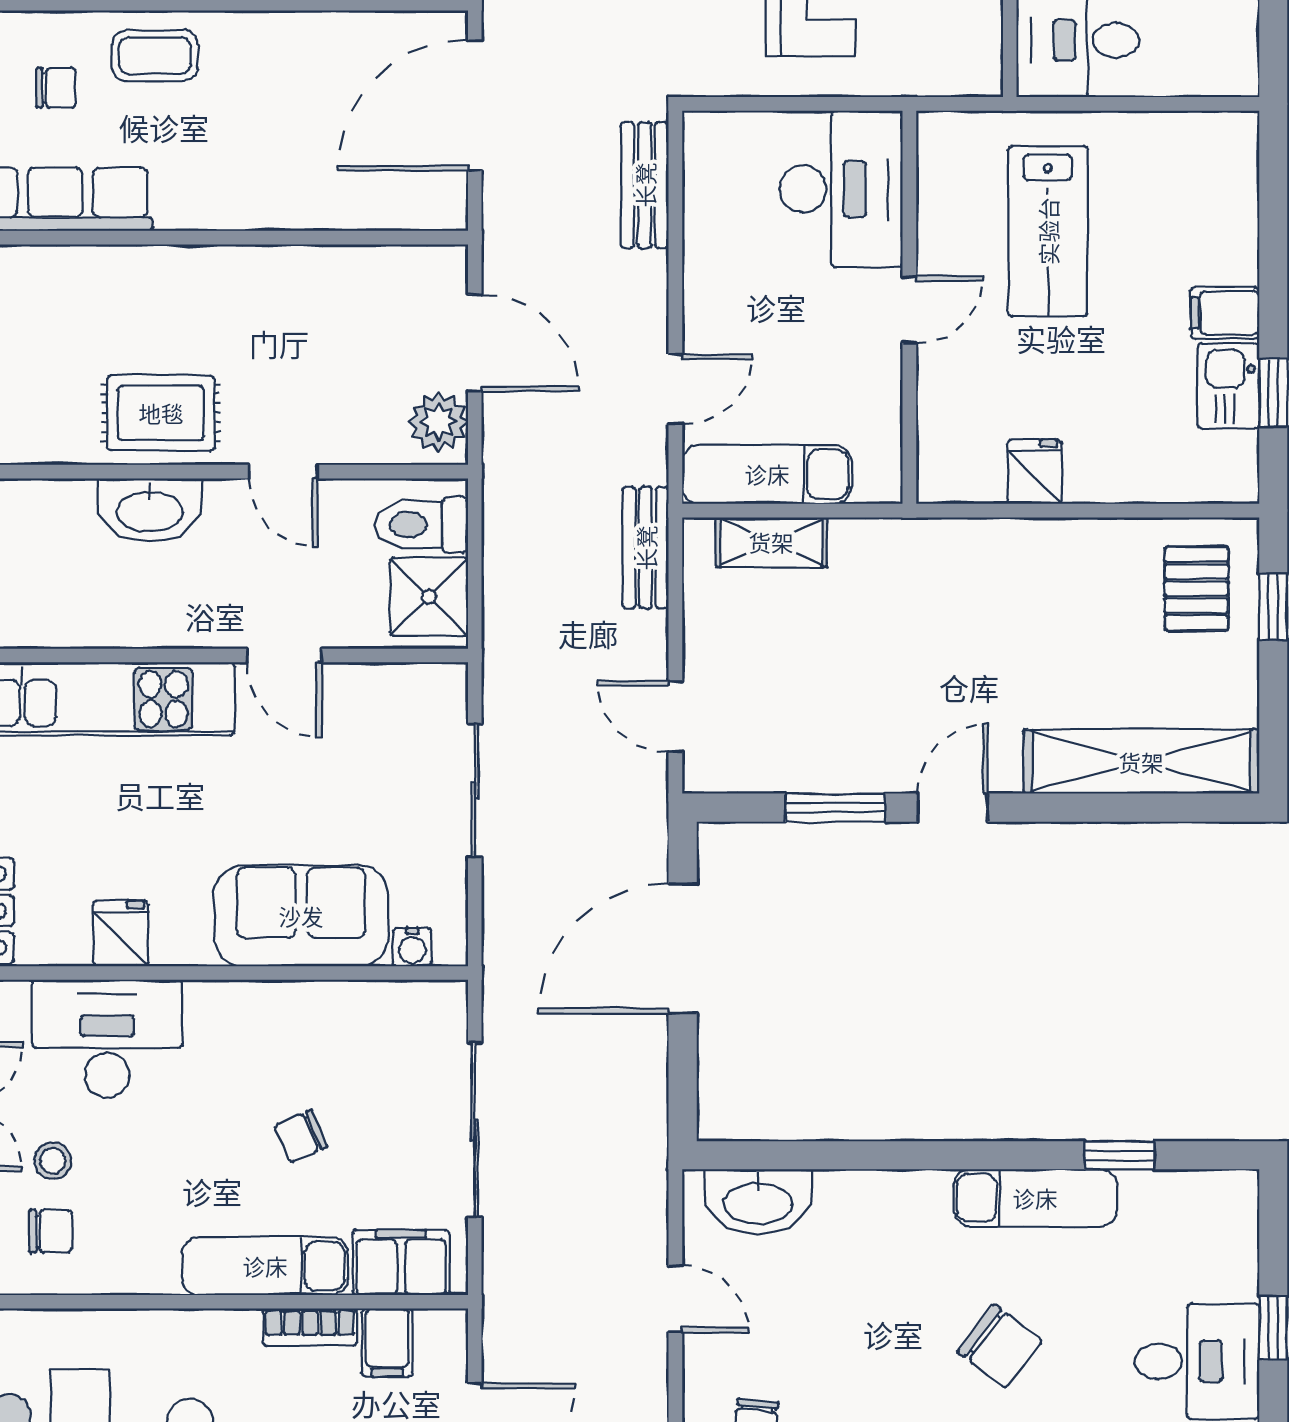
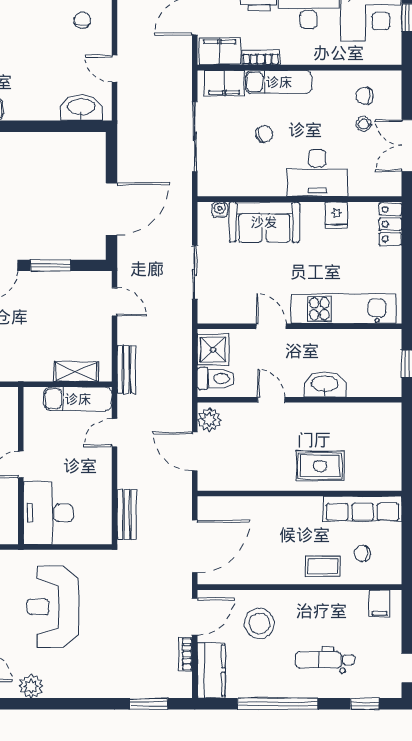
rug: (161, 413) -> (320, 466), moved
desk: (107, 1039) -> (317, 173), moved
filing cabinet: (387, 1343) -> (220, 51), width x2.00

